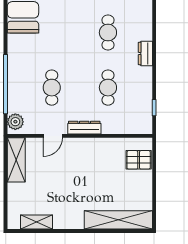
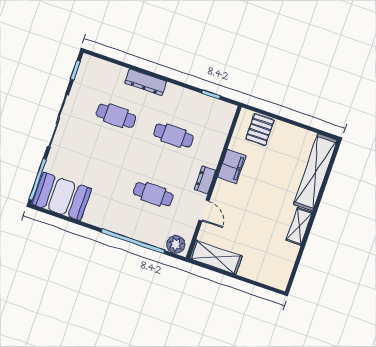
dresser: (145, 53) -> (146, 82), width x1.44
dresser: (84, 128) -> (205, 180), width x0.70
filing cabinet: (99, 147) -> (232, 166), added
shelving: (36, 222) -> (299, 226), moved

